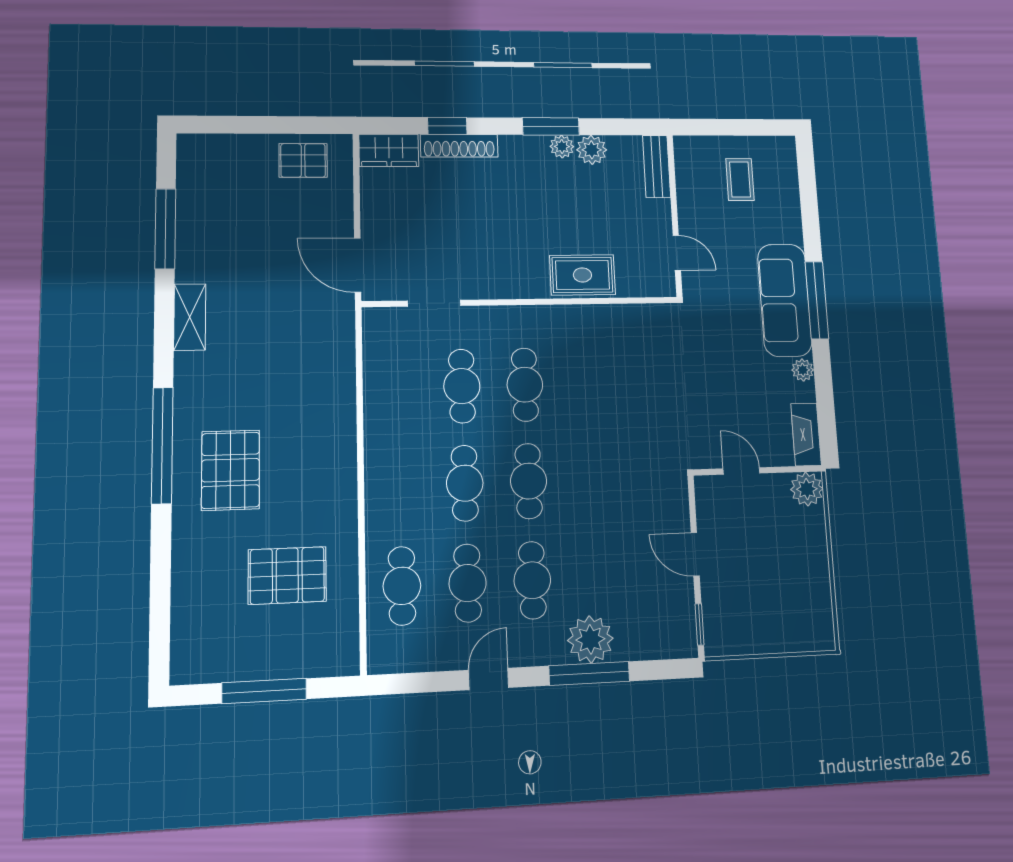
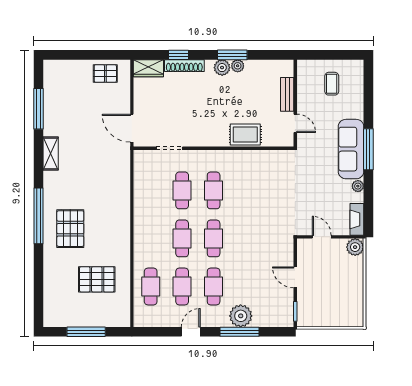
plant: (592, 150) -> (222, 68), moved
bench: (657, 166) -> (287, 94), moved

